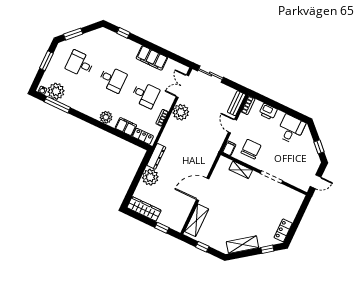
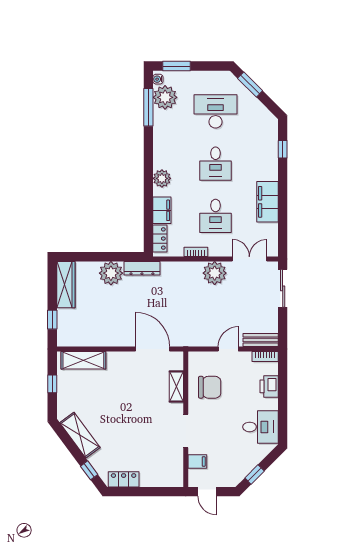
window: (46, 61) -> (177, 66), moved
desk: (80, 64) -> (216, 111), width x1.37
filing cabinet: (229, 148) -> (197, 462), moved
door: (203, 189) -> (153, 349), moved

